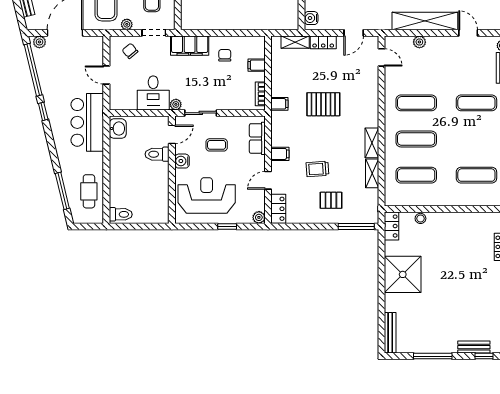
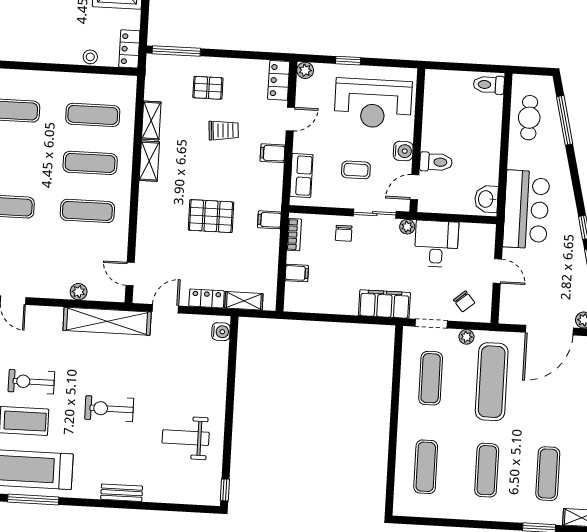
shelving: (425, 21) -> (107, 321), moved
chair: (225, 55) -> (344, 233), moved

